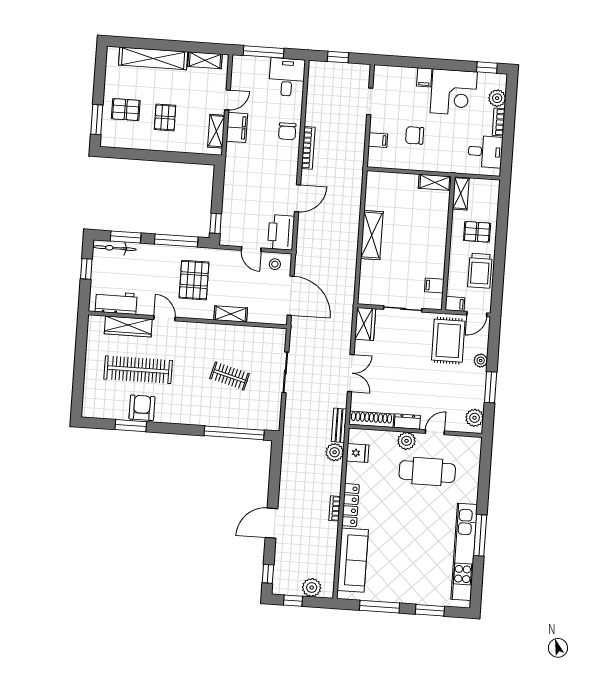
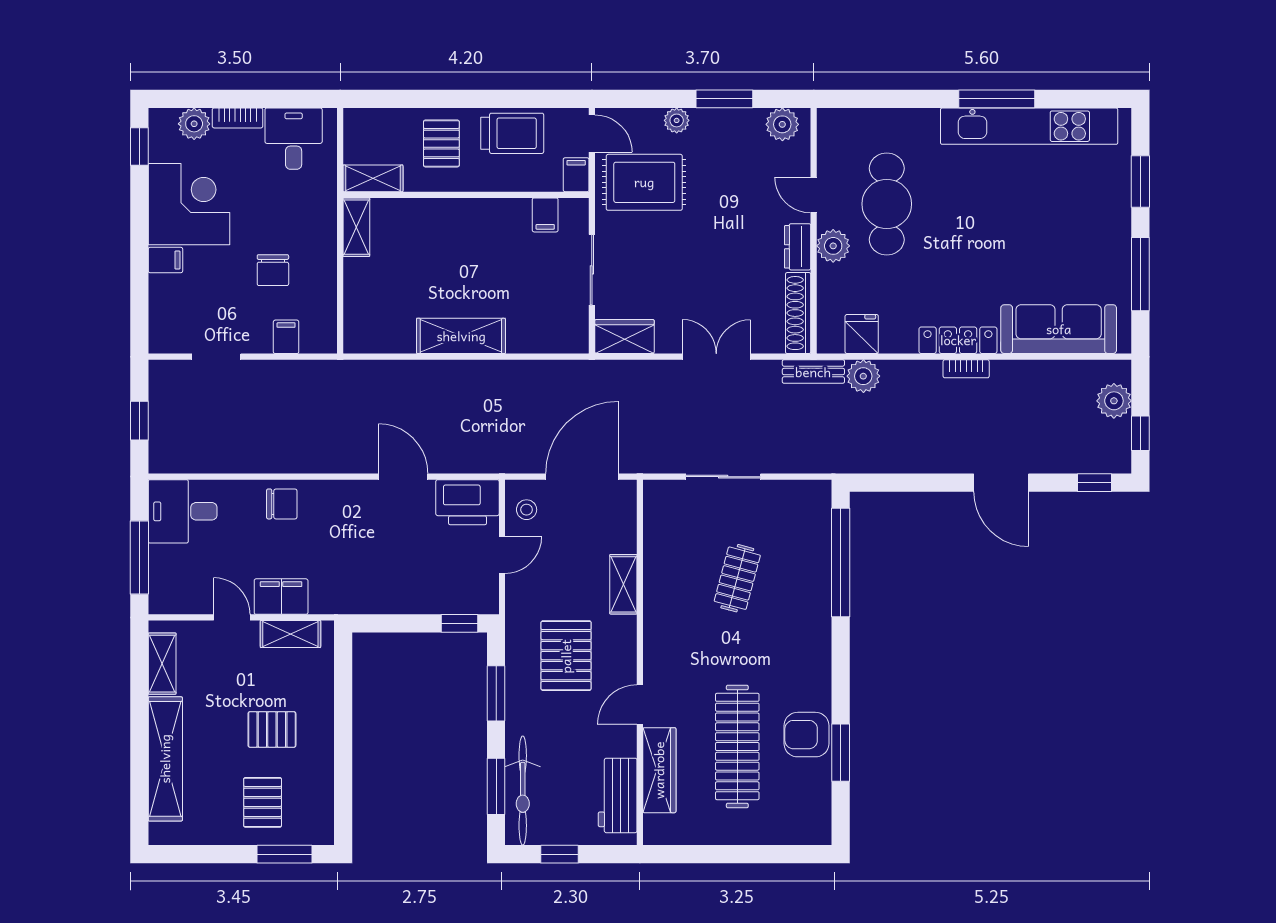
bookcase: (308, 148) -> (309, 464), removed
window: (176, 241) -> (496, 693), width x0.69
bicycle: (115, 248) -> (523, 791), width x1.37, depth x1.40
pallet: (194, 280) -> (566, 656), turned 90

